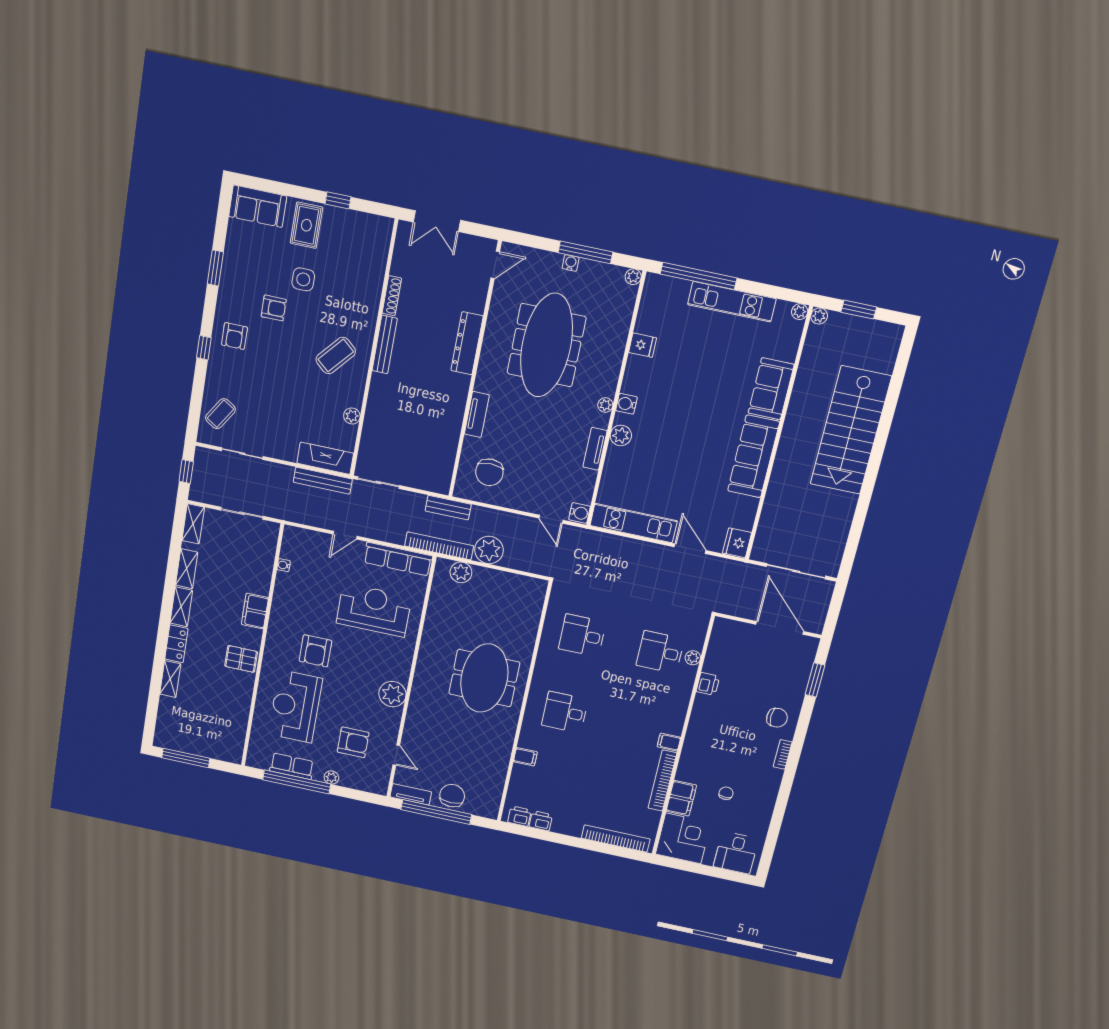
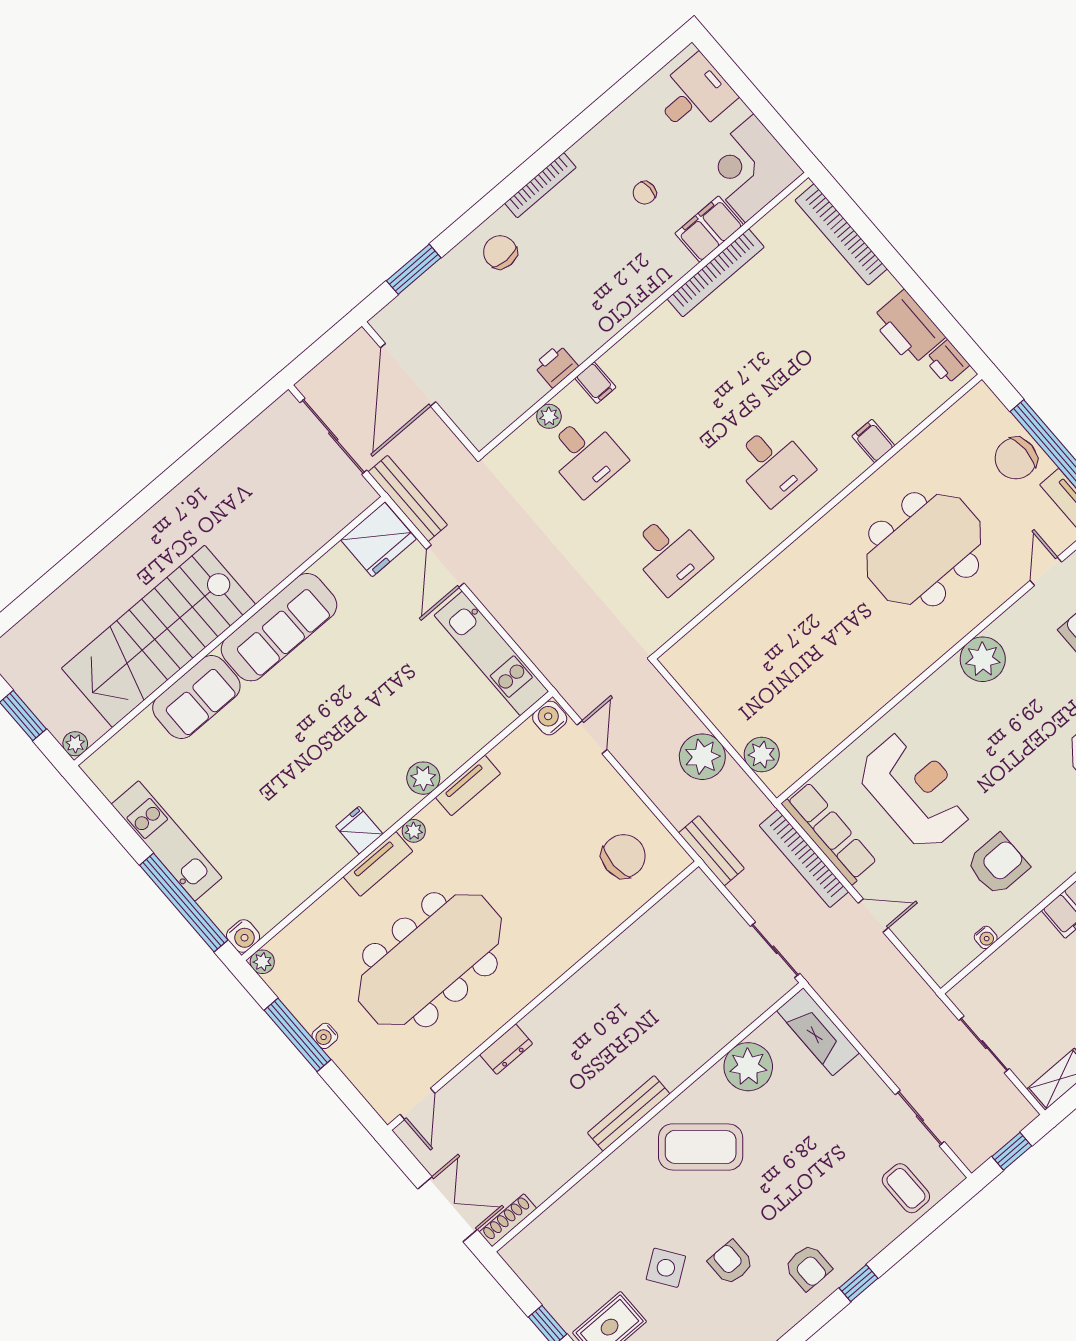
door: (495, 265) -> (417, 1104), swing flipped
side table: (303, 279) -> (666, 1268), turned -35
shoe rack: (392, 296) -> (508, 1220), moved
plant: (800, 312) -> (95, 767), removed
armchair: (234, 336) -> (808, 1267), turned 90
dresser: (467, 343) -> (506, 1049), width x0.51, depth x0.80
fridge: (643, 345) -> (359, 830), moved
coffee table: (336, 355) -> (701, 1147), width x1.36, depth x1.32
water cooler: (626, 404) -> (243, 936), moved
coffee table: (220, 414) -> (906, 1188), turned 57
tv unit: (477, 414) -> (378, 864), moved, turned 180
plant: (352, 416) -> (748, 1067), width x1.87, depth x1.87
stairs: (851, 430) -> (158, 636), moved, turned 180
bench: (323, 481) -> (408, 498), moved
fridge: (737, 543) -> (378, 539), width x1.36, depth x1.34
bookcase: (439, 546) -> (804, 859), moved
reception desk: (374, 610) -> (915, 790), turned 180
armchair: (315, 651) -> (998, 865), moved
meeting table: (484, 678) -> (924, 549), moved
filing cabinet: (669, 742) -> (595, 383), moved
bookcase: (783, 754) -> (540, 185), width x1.56
printer: (541, 821) -> (908, 328), width x1.87, depth x1.48

